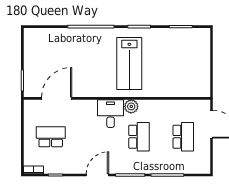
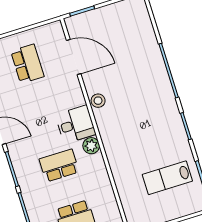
lab bench: (129, 64) -> (167, 178), moved, width x0.73, depth x0.72
stool: (97, 90) -> (98, 101), added
school desk: (139, 137) -> (59, 166), turned 180

